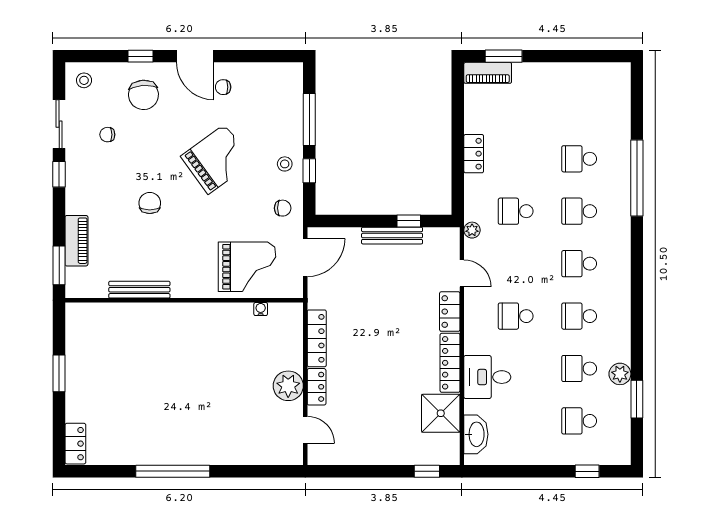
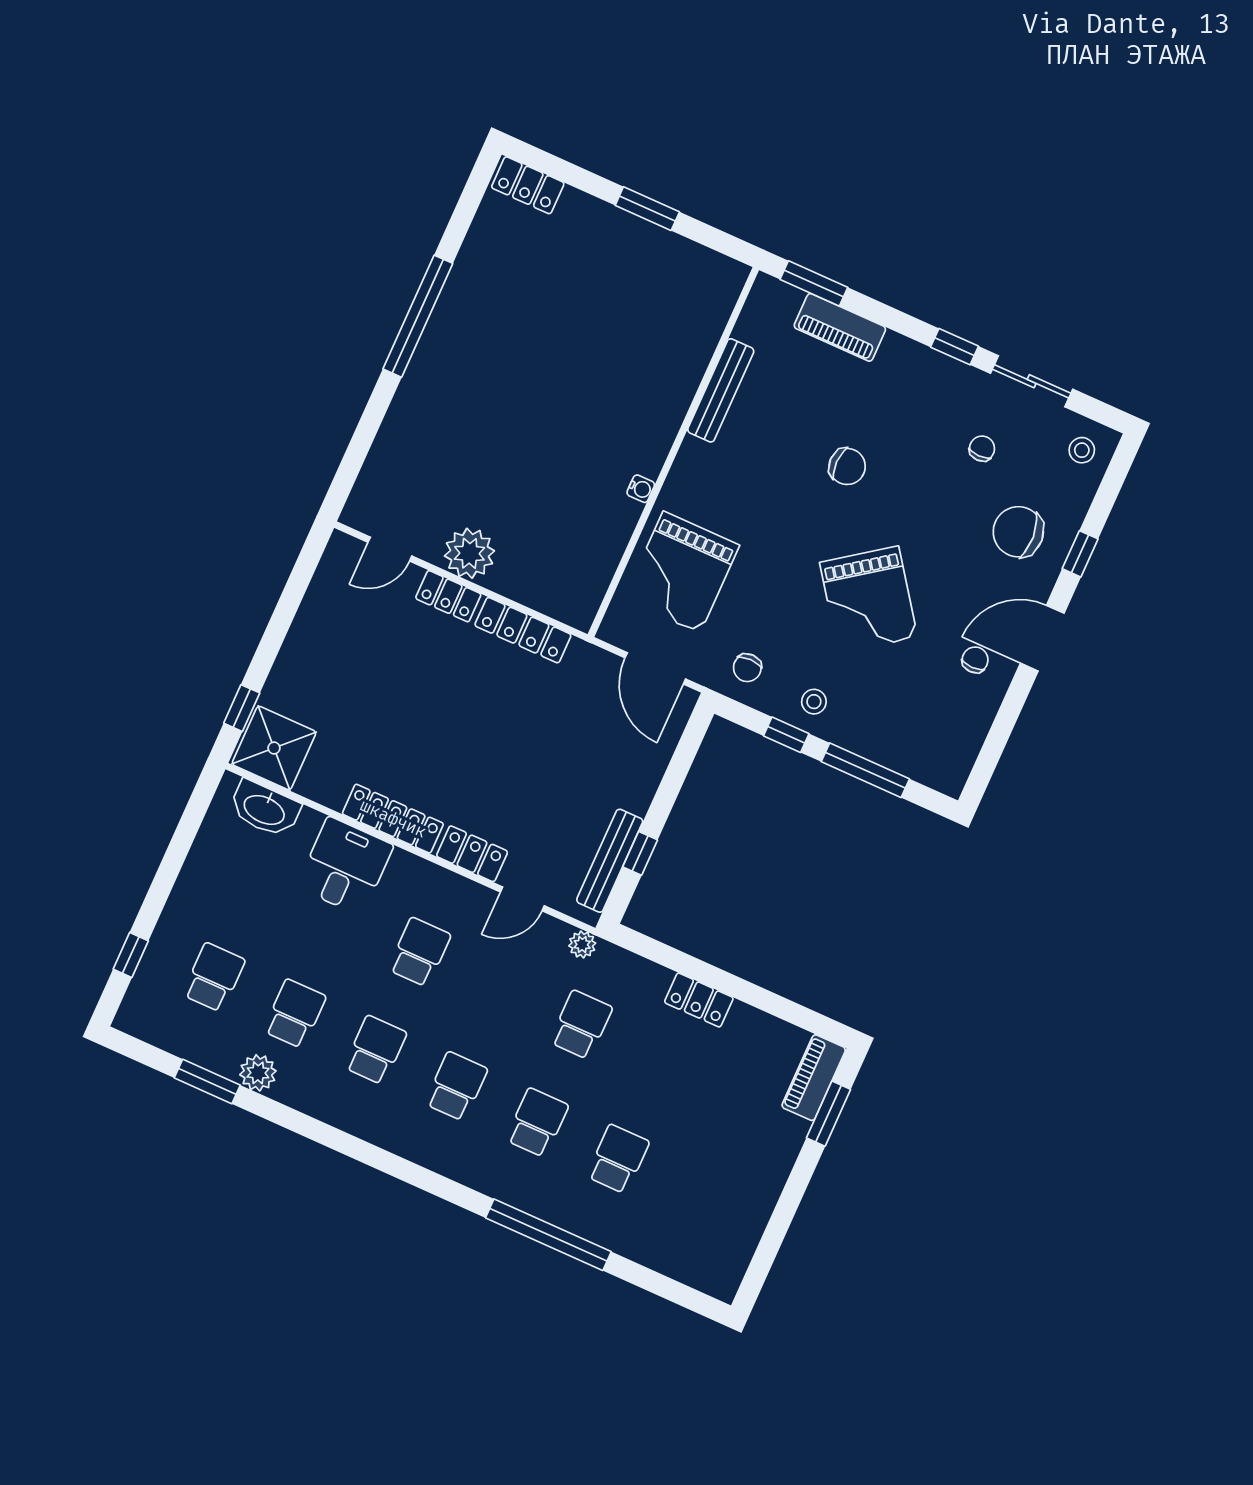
bench: (392, 236) -> (610, 861), moved
water cooler: (261, 309) -> (641, 489), moved
shower: (441, 413) -> (274, 748), moved

